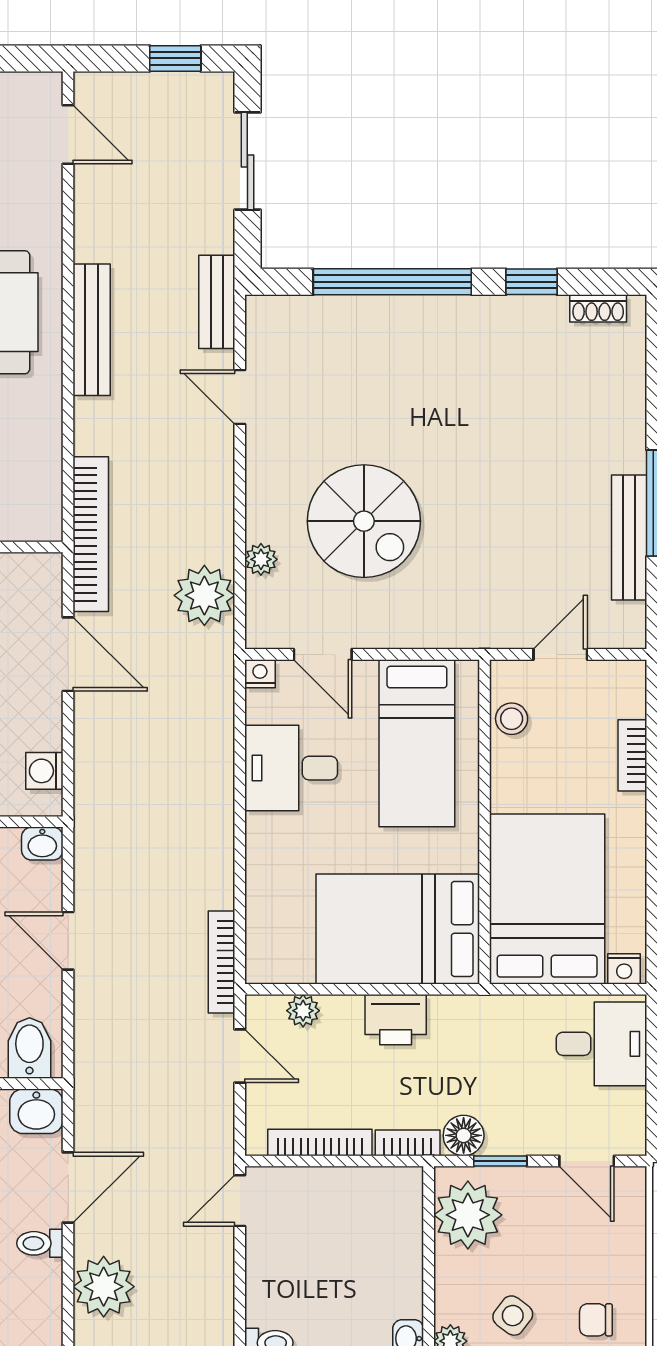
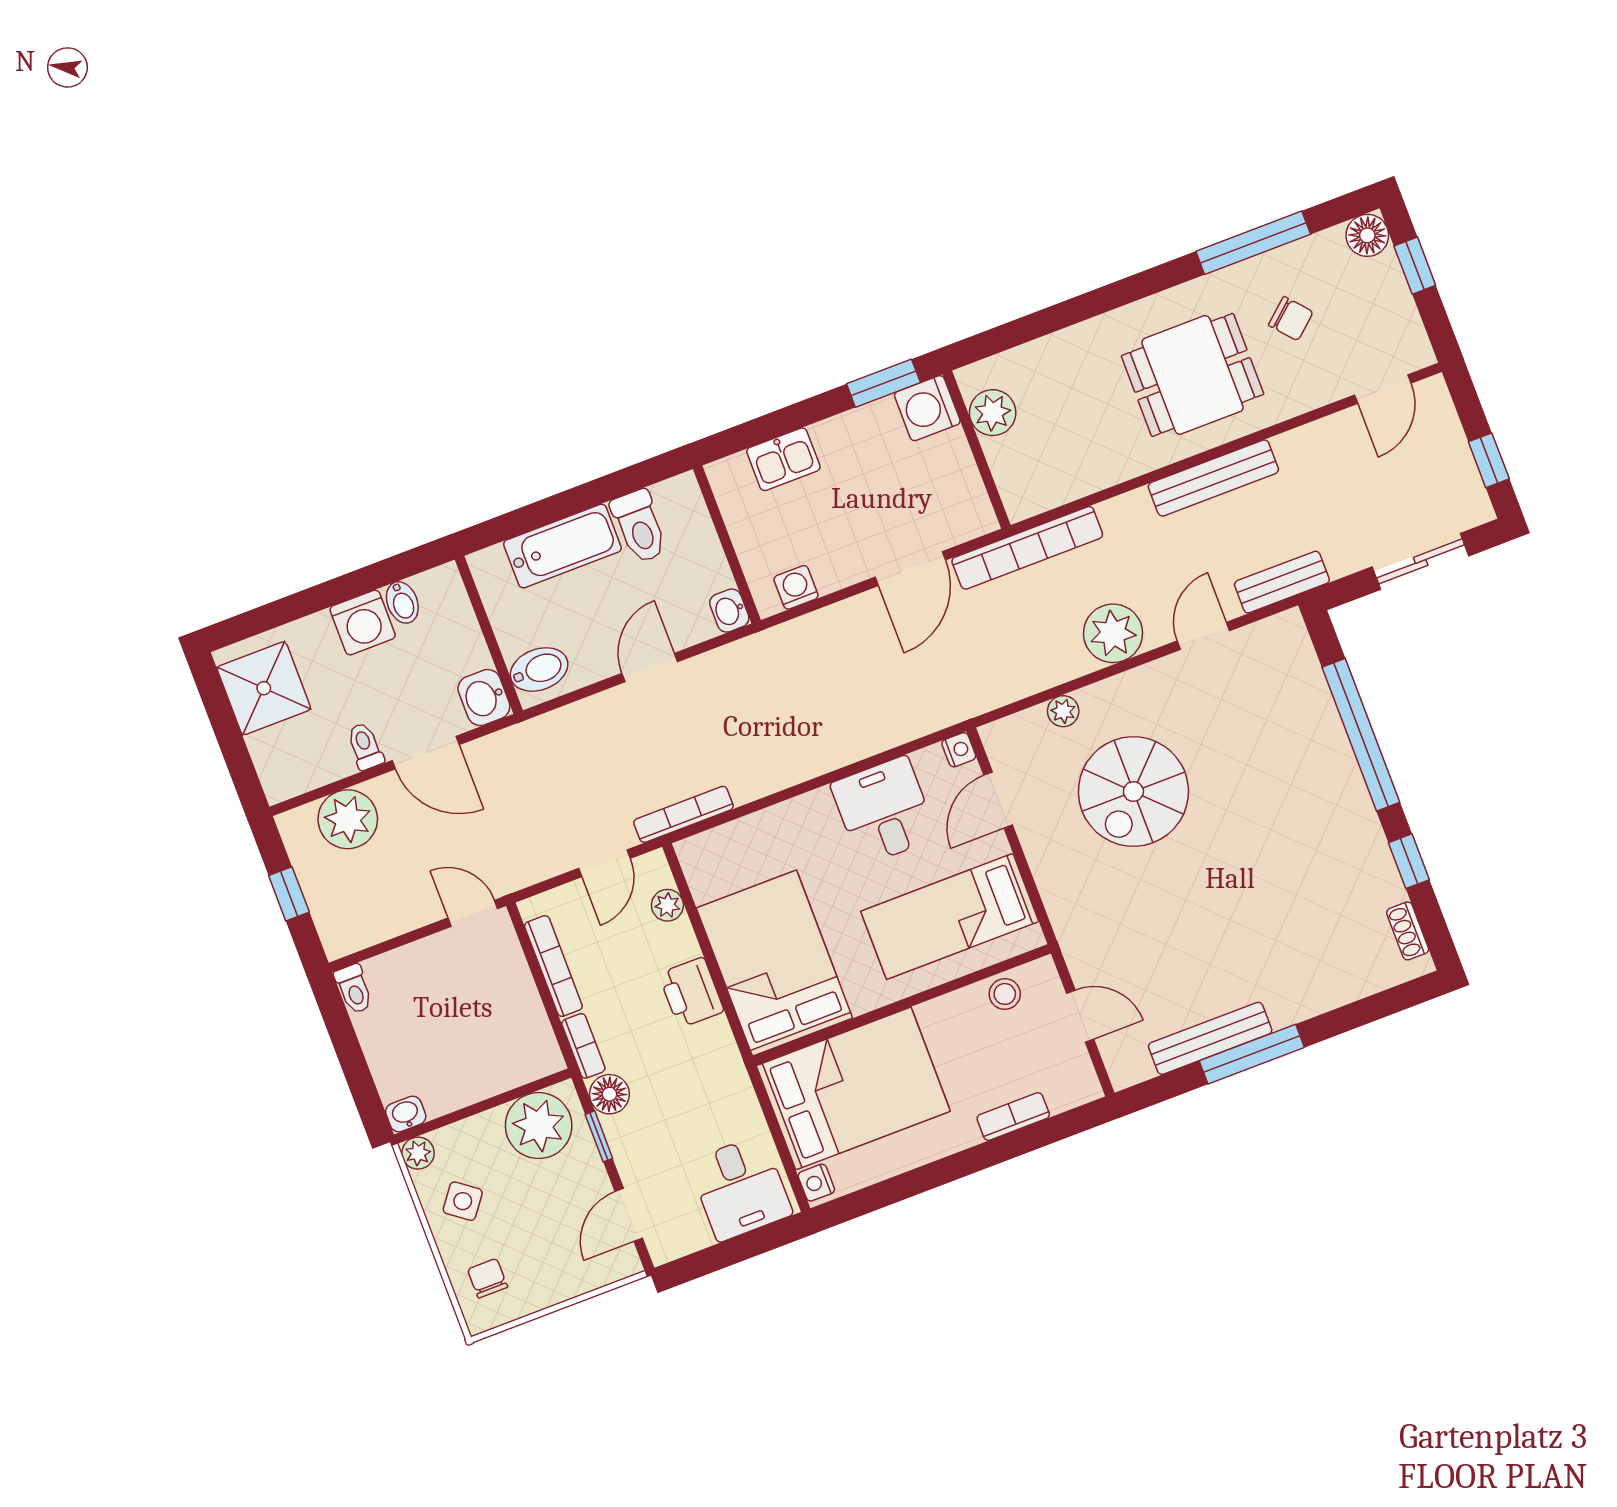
plant: (204, 595) -> (1113, 633), moved

